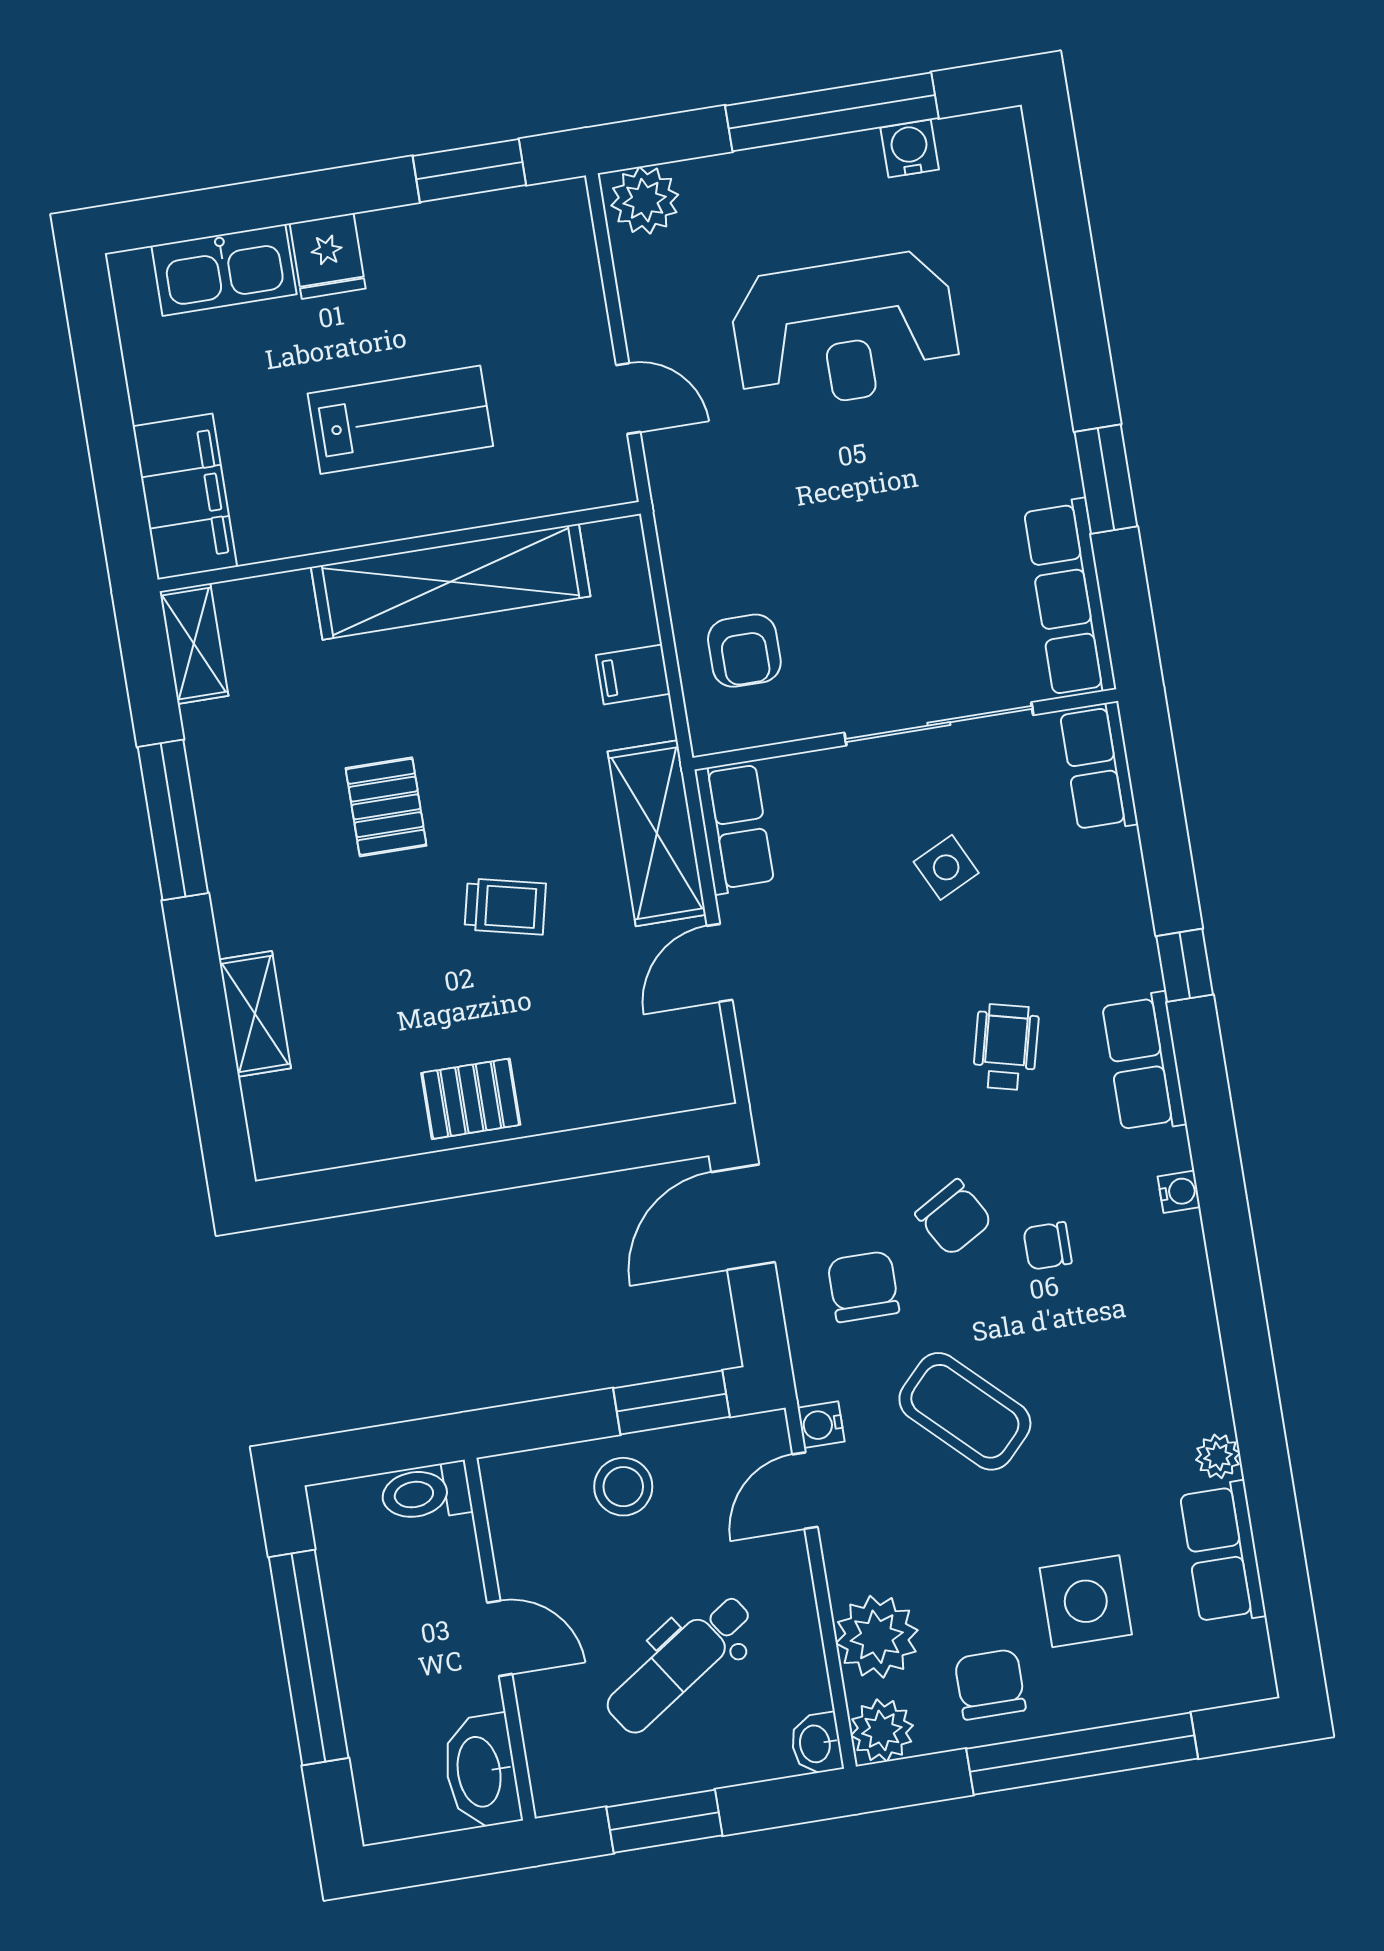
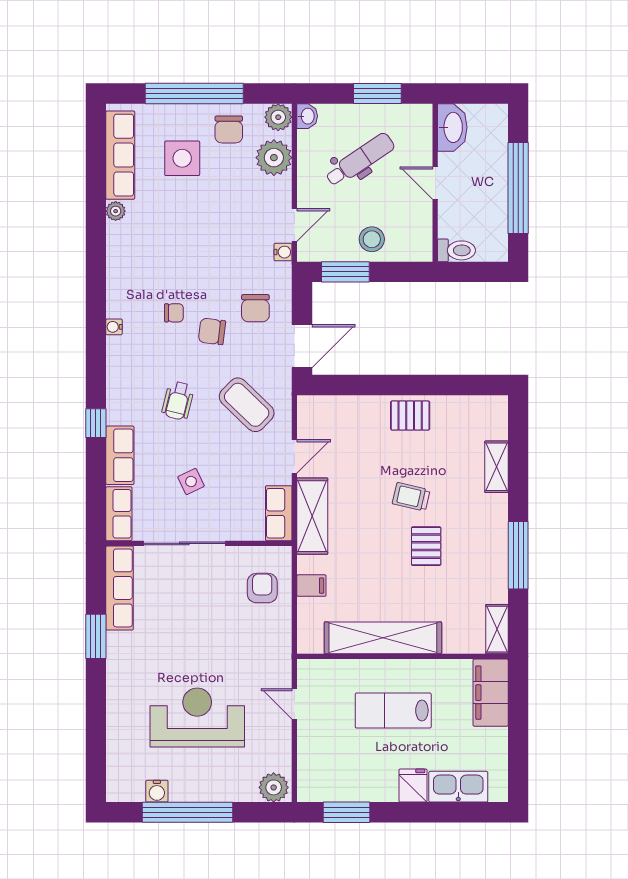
trolley: (505, 906) -> (411, 497), moved
row of seats: (1144, 1063) -> (120, 455), moved
chair: (954, 1218) -> (212, 331), turned -53
coffee table: (965, 1411) -> (247, 405), moved
row of seats: (1223, 1553) -> (120, 155), width x1.48

